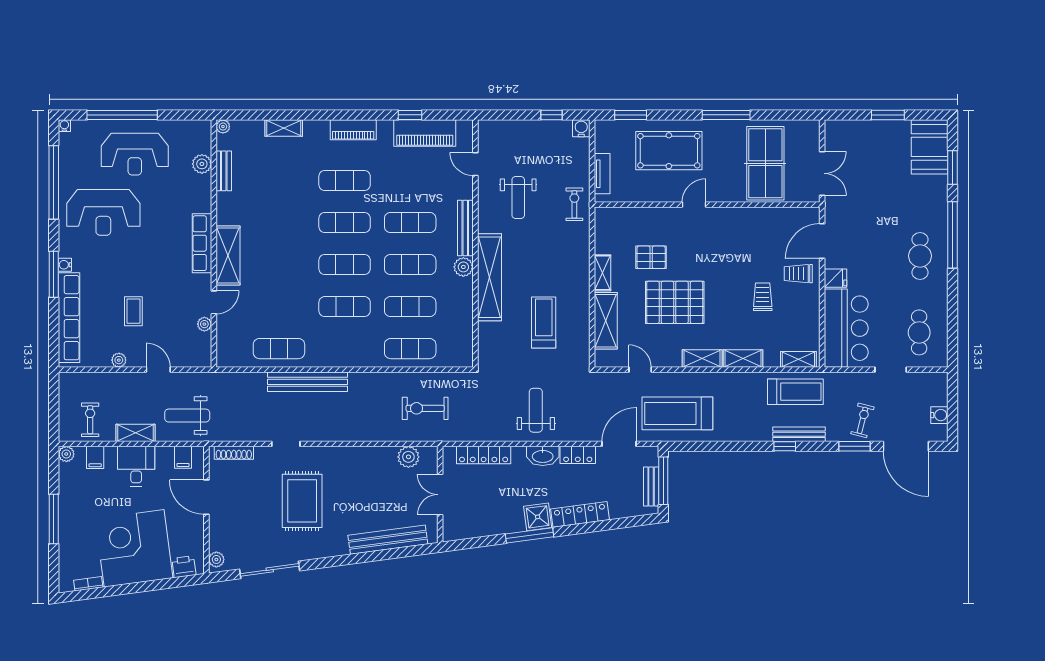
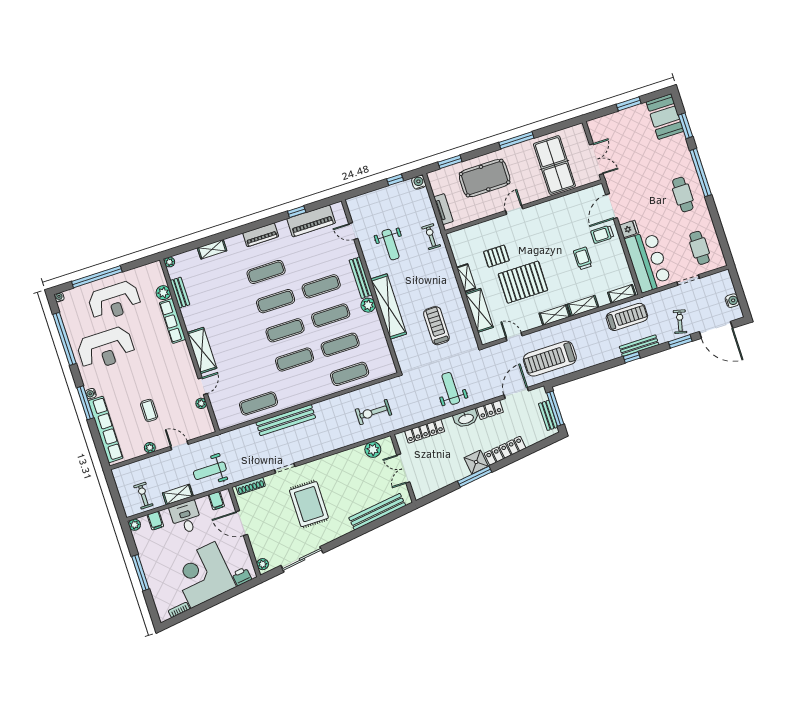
row of seats: (202, 243) -> (173, 321), moved

